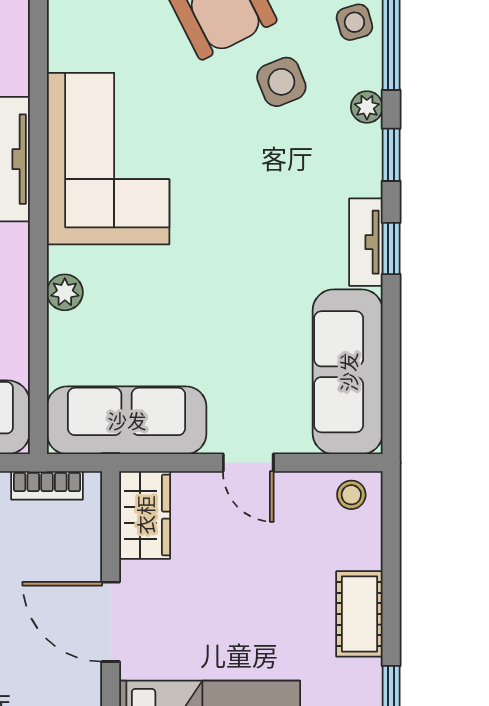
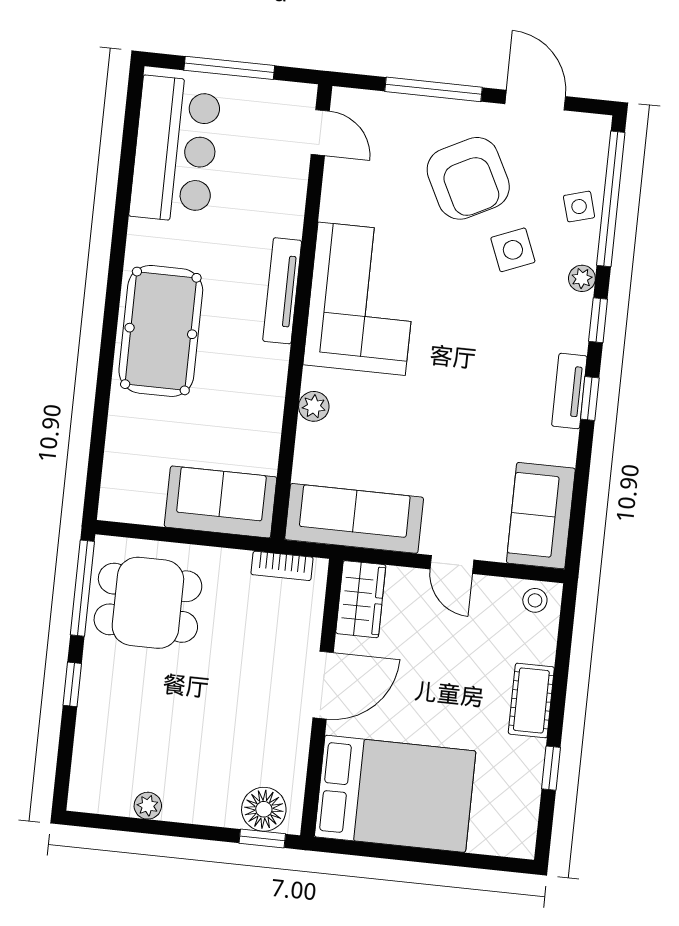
sofa: (348, 372) -> (541, 516), width x0.73
door: (111, 622) -> (323, 685), swing flipped

